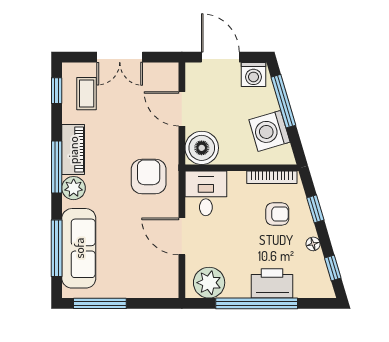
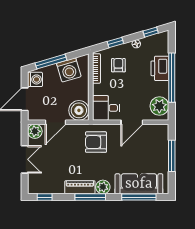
plant: (167, 74) -> (35, 131), added
coffee table: (87, 94) -> (46, 179), removed
window: (100, 303) -> (172, 156), moved

